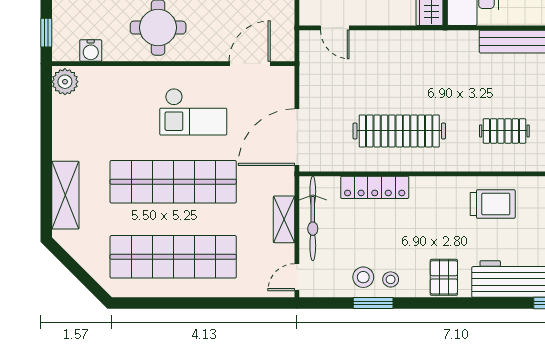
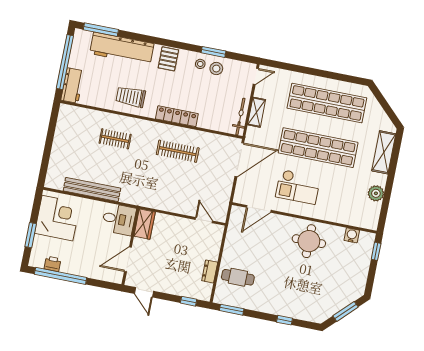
plant: (65, 82) -> (376, 193), moved
checkout: (193, 112) -> (298, 187), turned 180
clothes rail: (399, 131) -> (178, 151), width x0.73, depth x0.76
locker: (375, 187) -> (177, 116), moved
bicycle: (313, 219) -> (240, 117), width x0.73, depth x0.71

